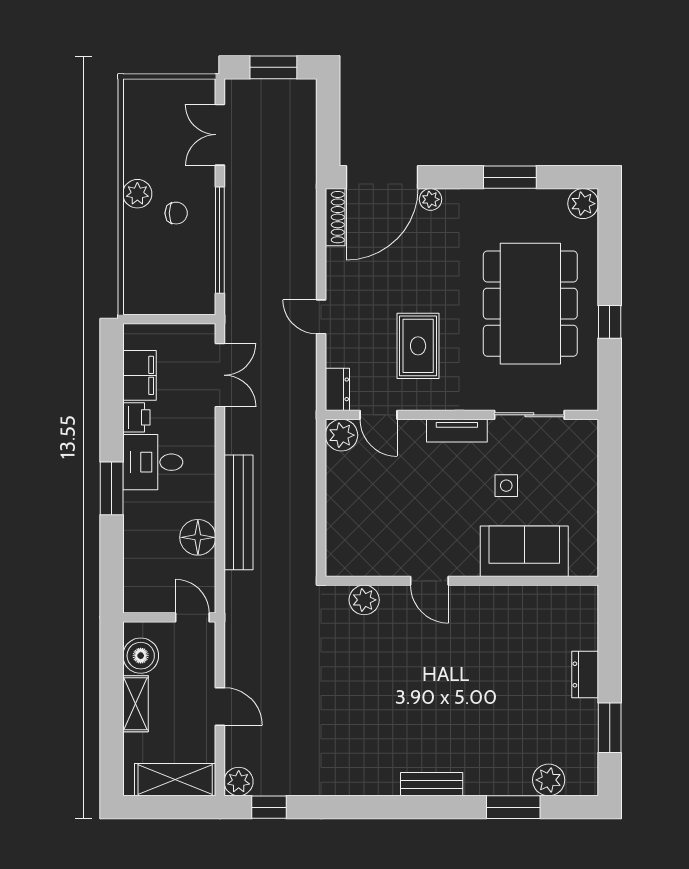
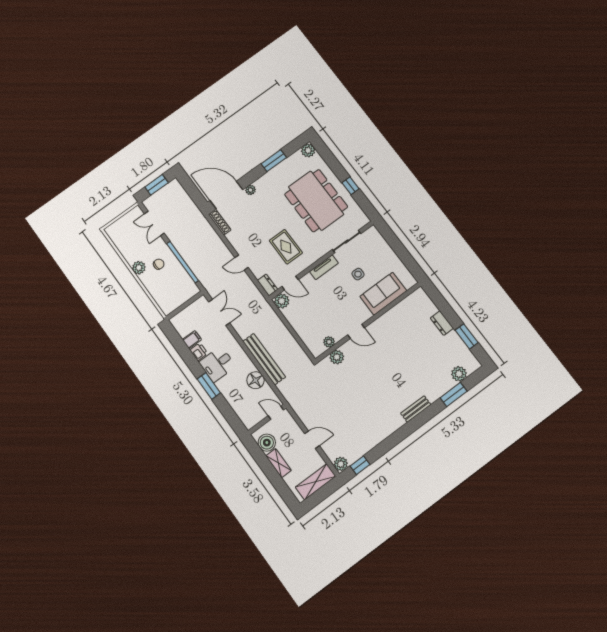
door: (382, 177) -> (226, 195), swing flipped
filing cabinet: (140, 375) -> (192, 340), width x0.50
plant: (370, 565) -> (329, 342), added

